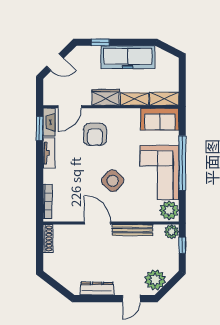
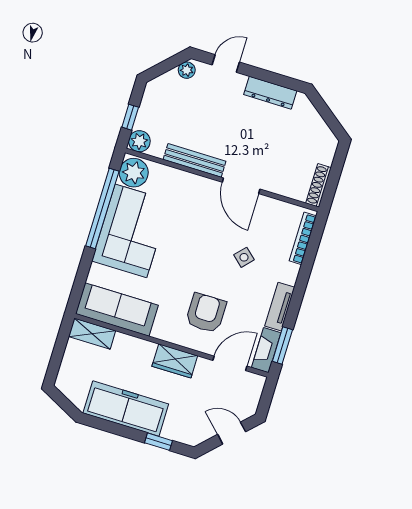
shelving: (134, 99) -> (135, 346), removed
sofa: (160, 119) -> (117, 310), width x1.36
window: (182, 163) -> (102, 208), moved
side table: (113, 181) -> (244, 257), moved, width x0.54, depth x0.54
plant: (155, 280) -> (187, 70), width x0.53, depth x0.53

